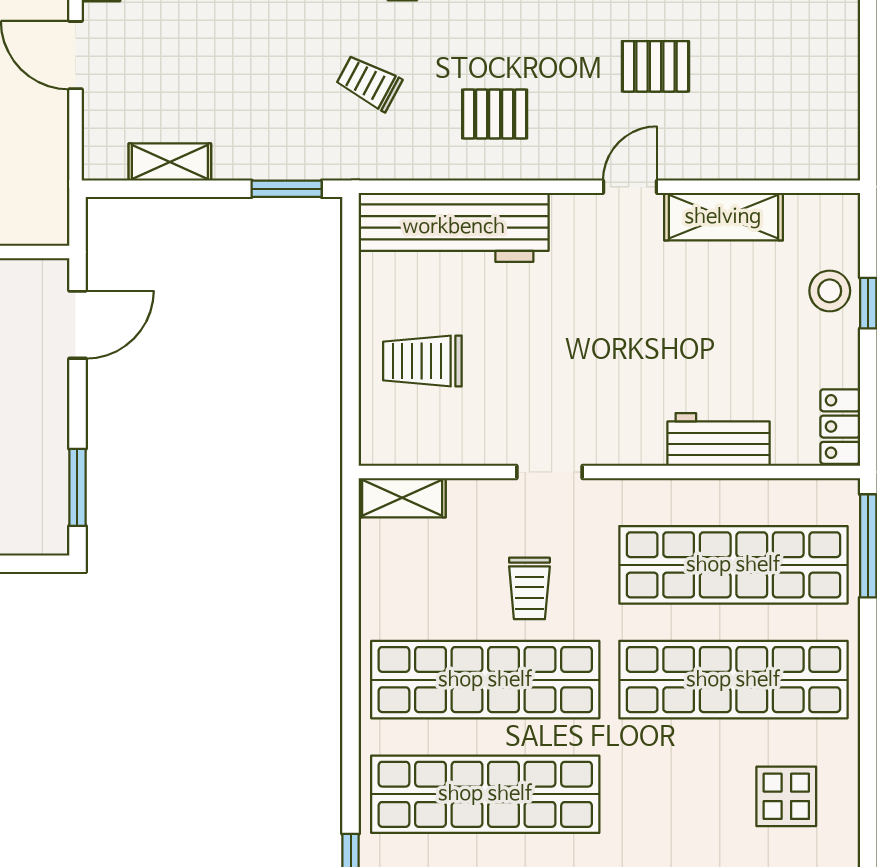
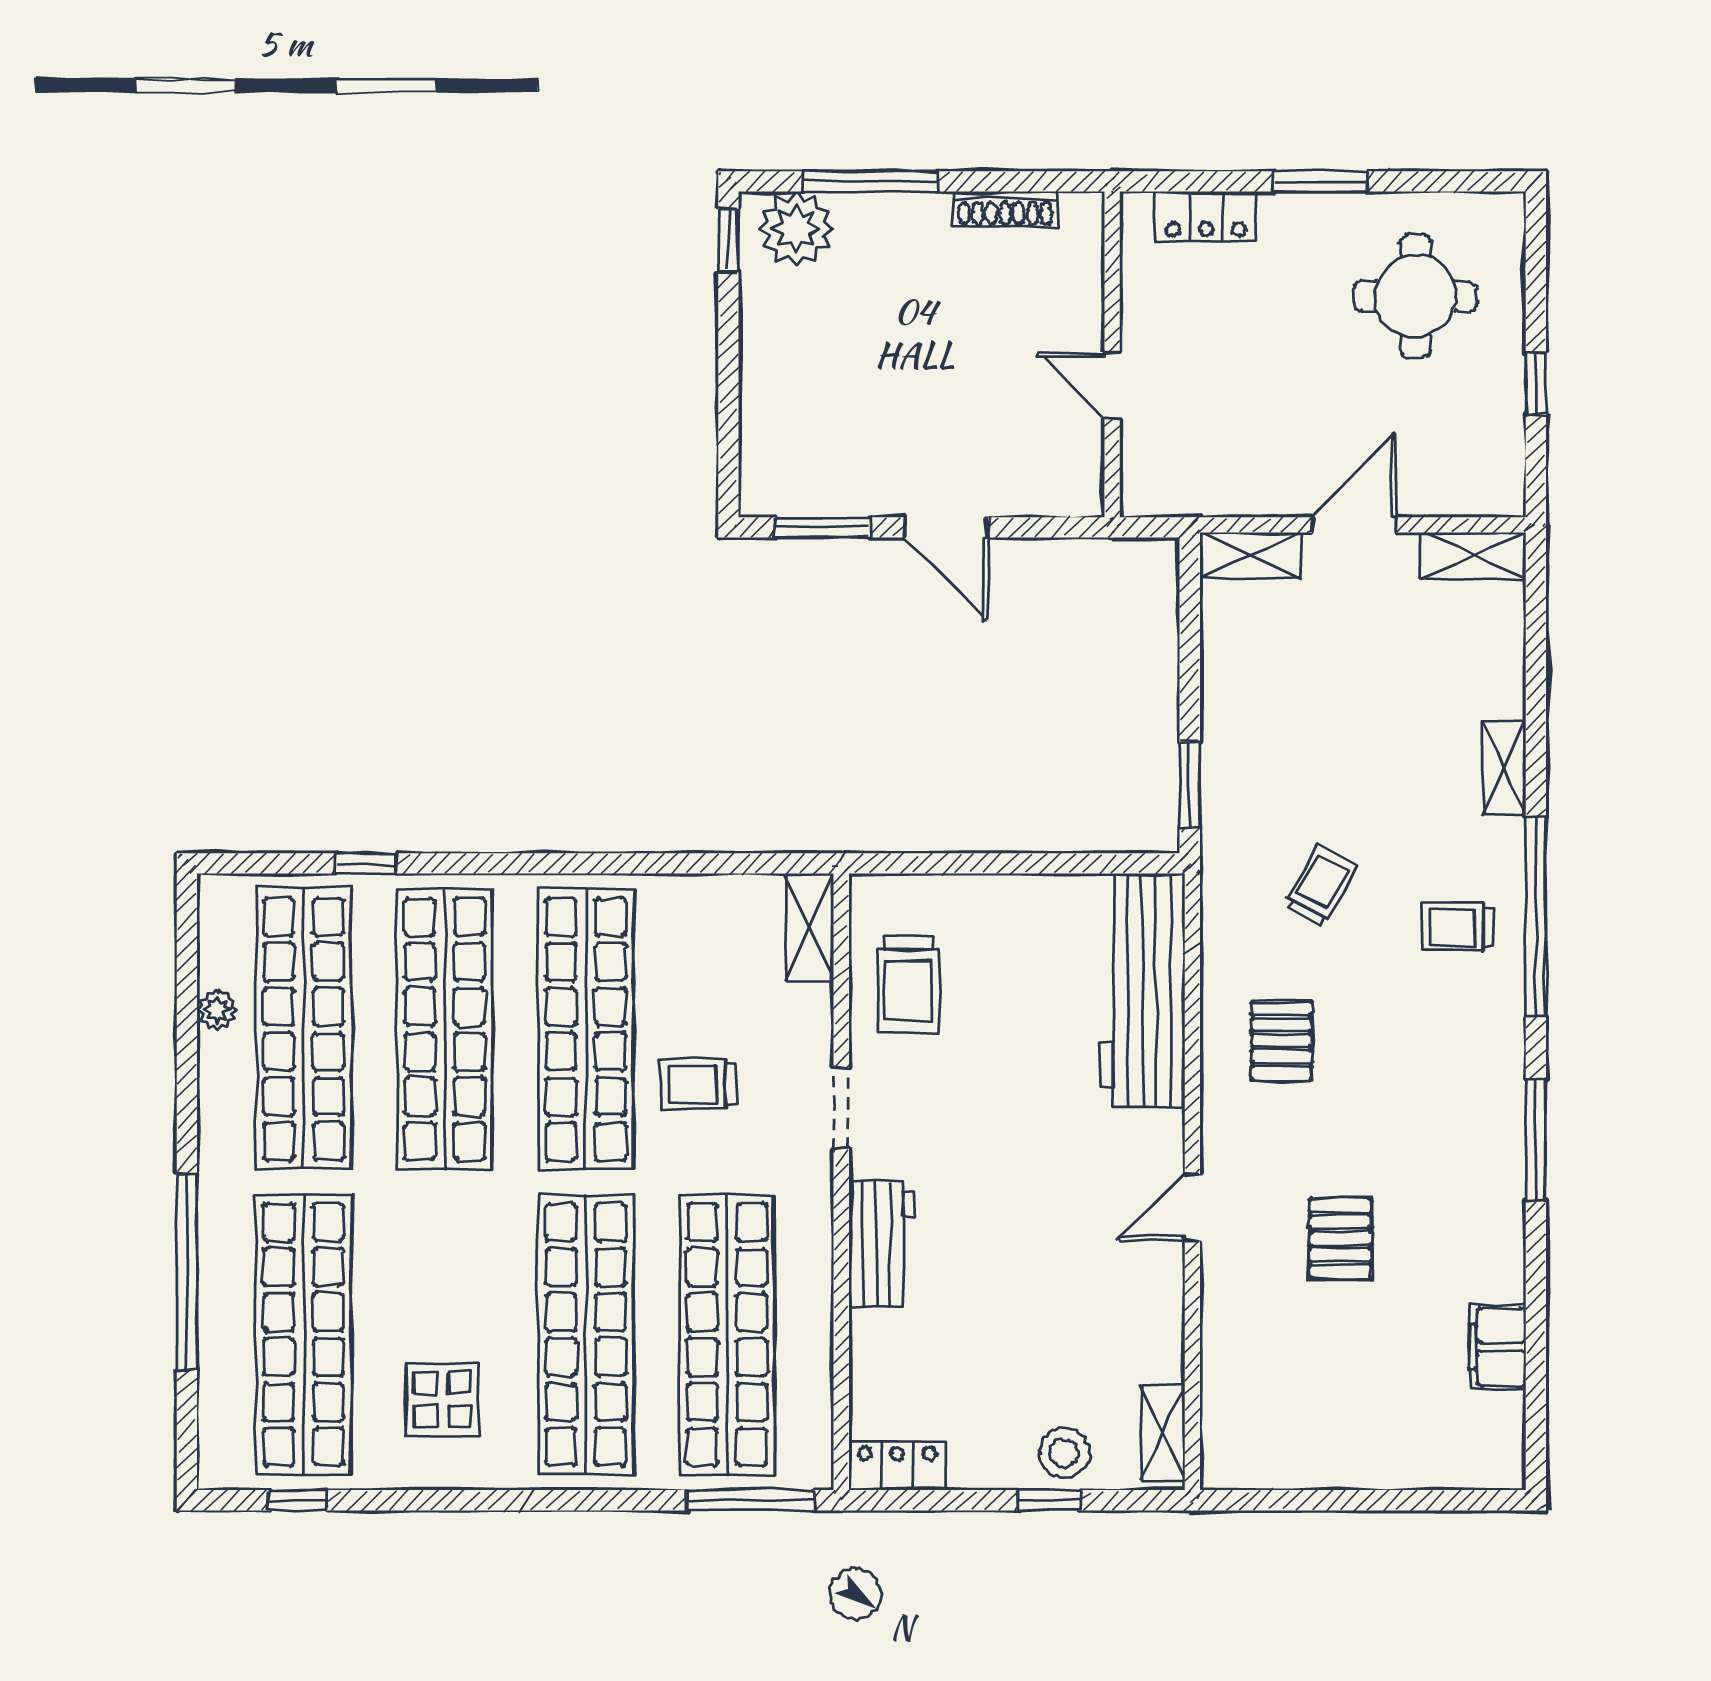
shelving: (170, 162) -> (1251, 555), moved, turned 90
door: (630, 187) -> (1192, 1207), swing flipped
shelving: (723, 217) -> (1163, 1433), moved, width x0.67, depth x0.75
door: (77, 325) -> (946, 527), moved
trolley: (422, 361) -> (908, 985), moved, turned 180
workbench: (719, 439) -> (881, 1244), moved

